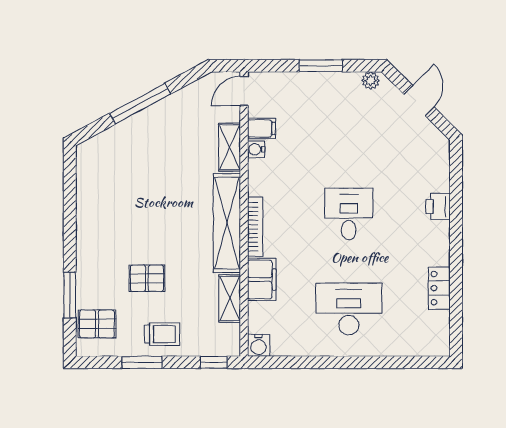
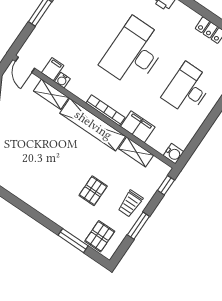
desk: (349, 214) -> (134, 53), width x1.87, depth x1.30
trolley: (162, 334) -> (130, 204), turned 180

